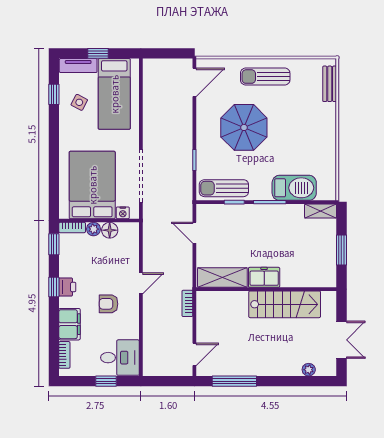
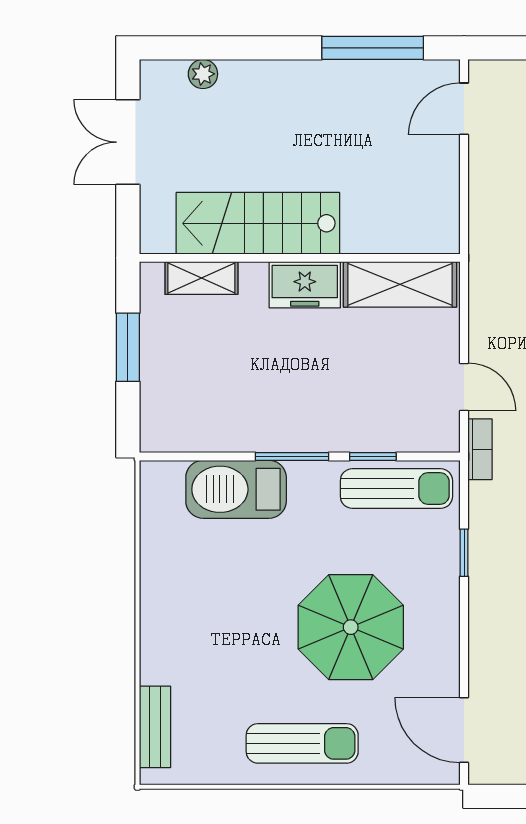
door: (194, 82) -> (464, 730), hinge flipped
shelving: (321, 211) -> (201, 278), moved
bookcase: (187, 303) -> (480, 449), moved

